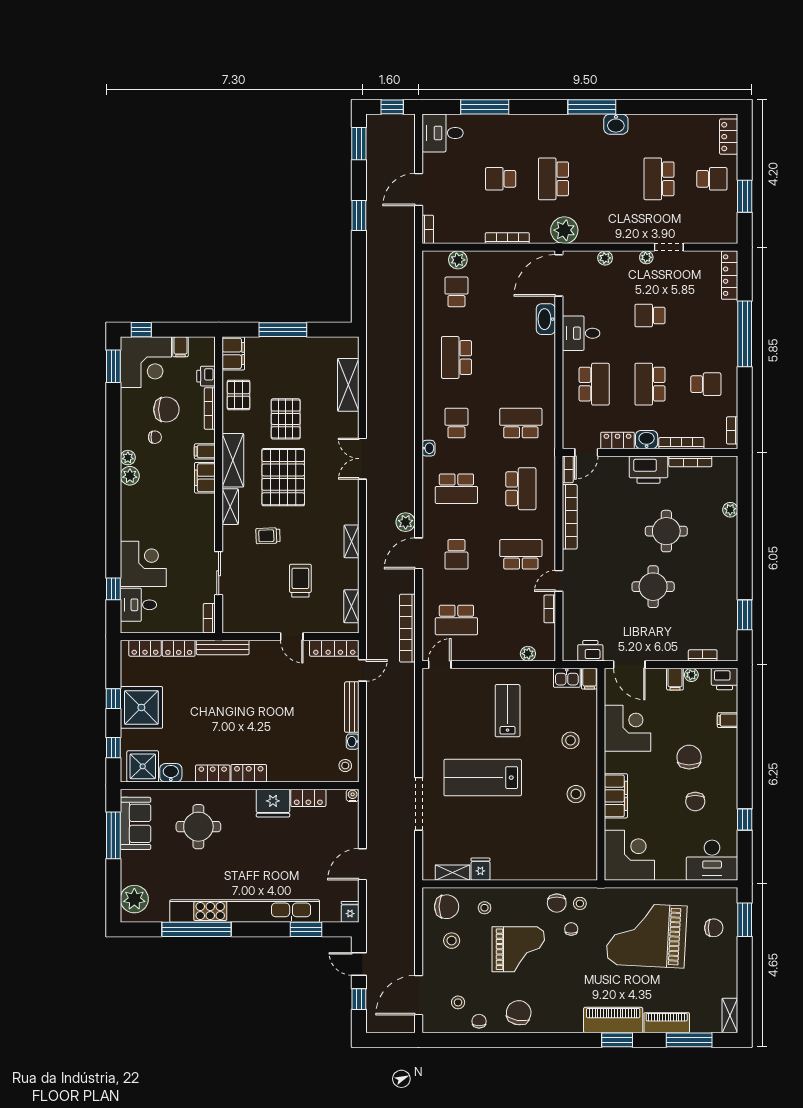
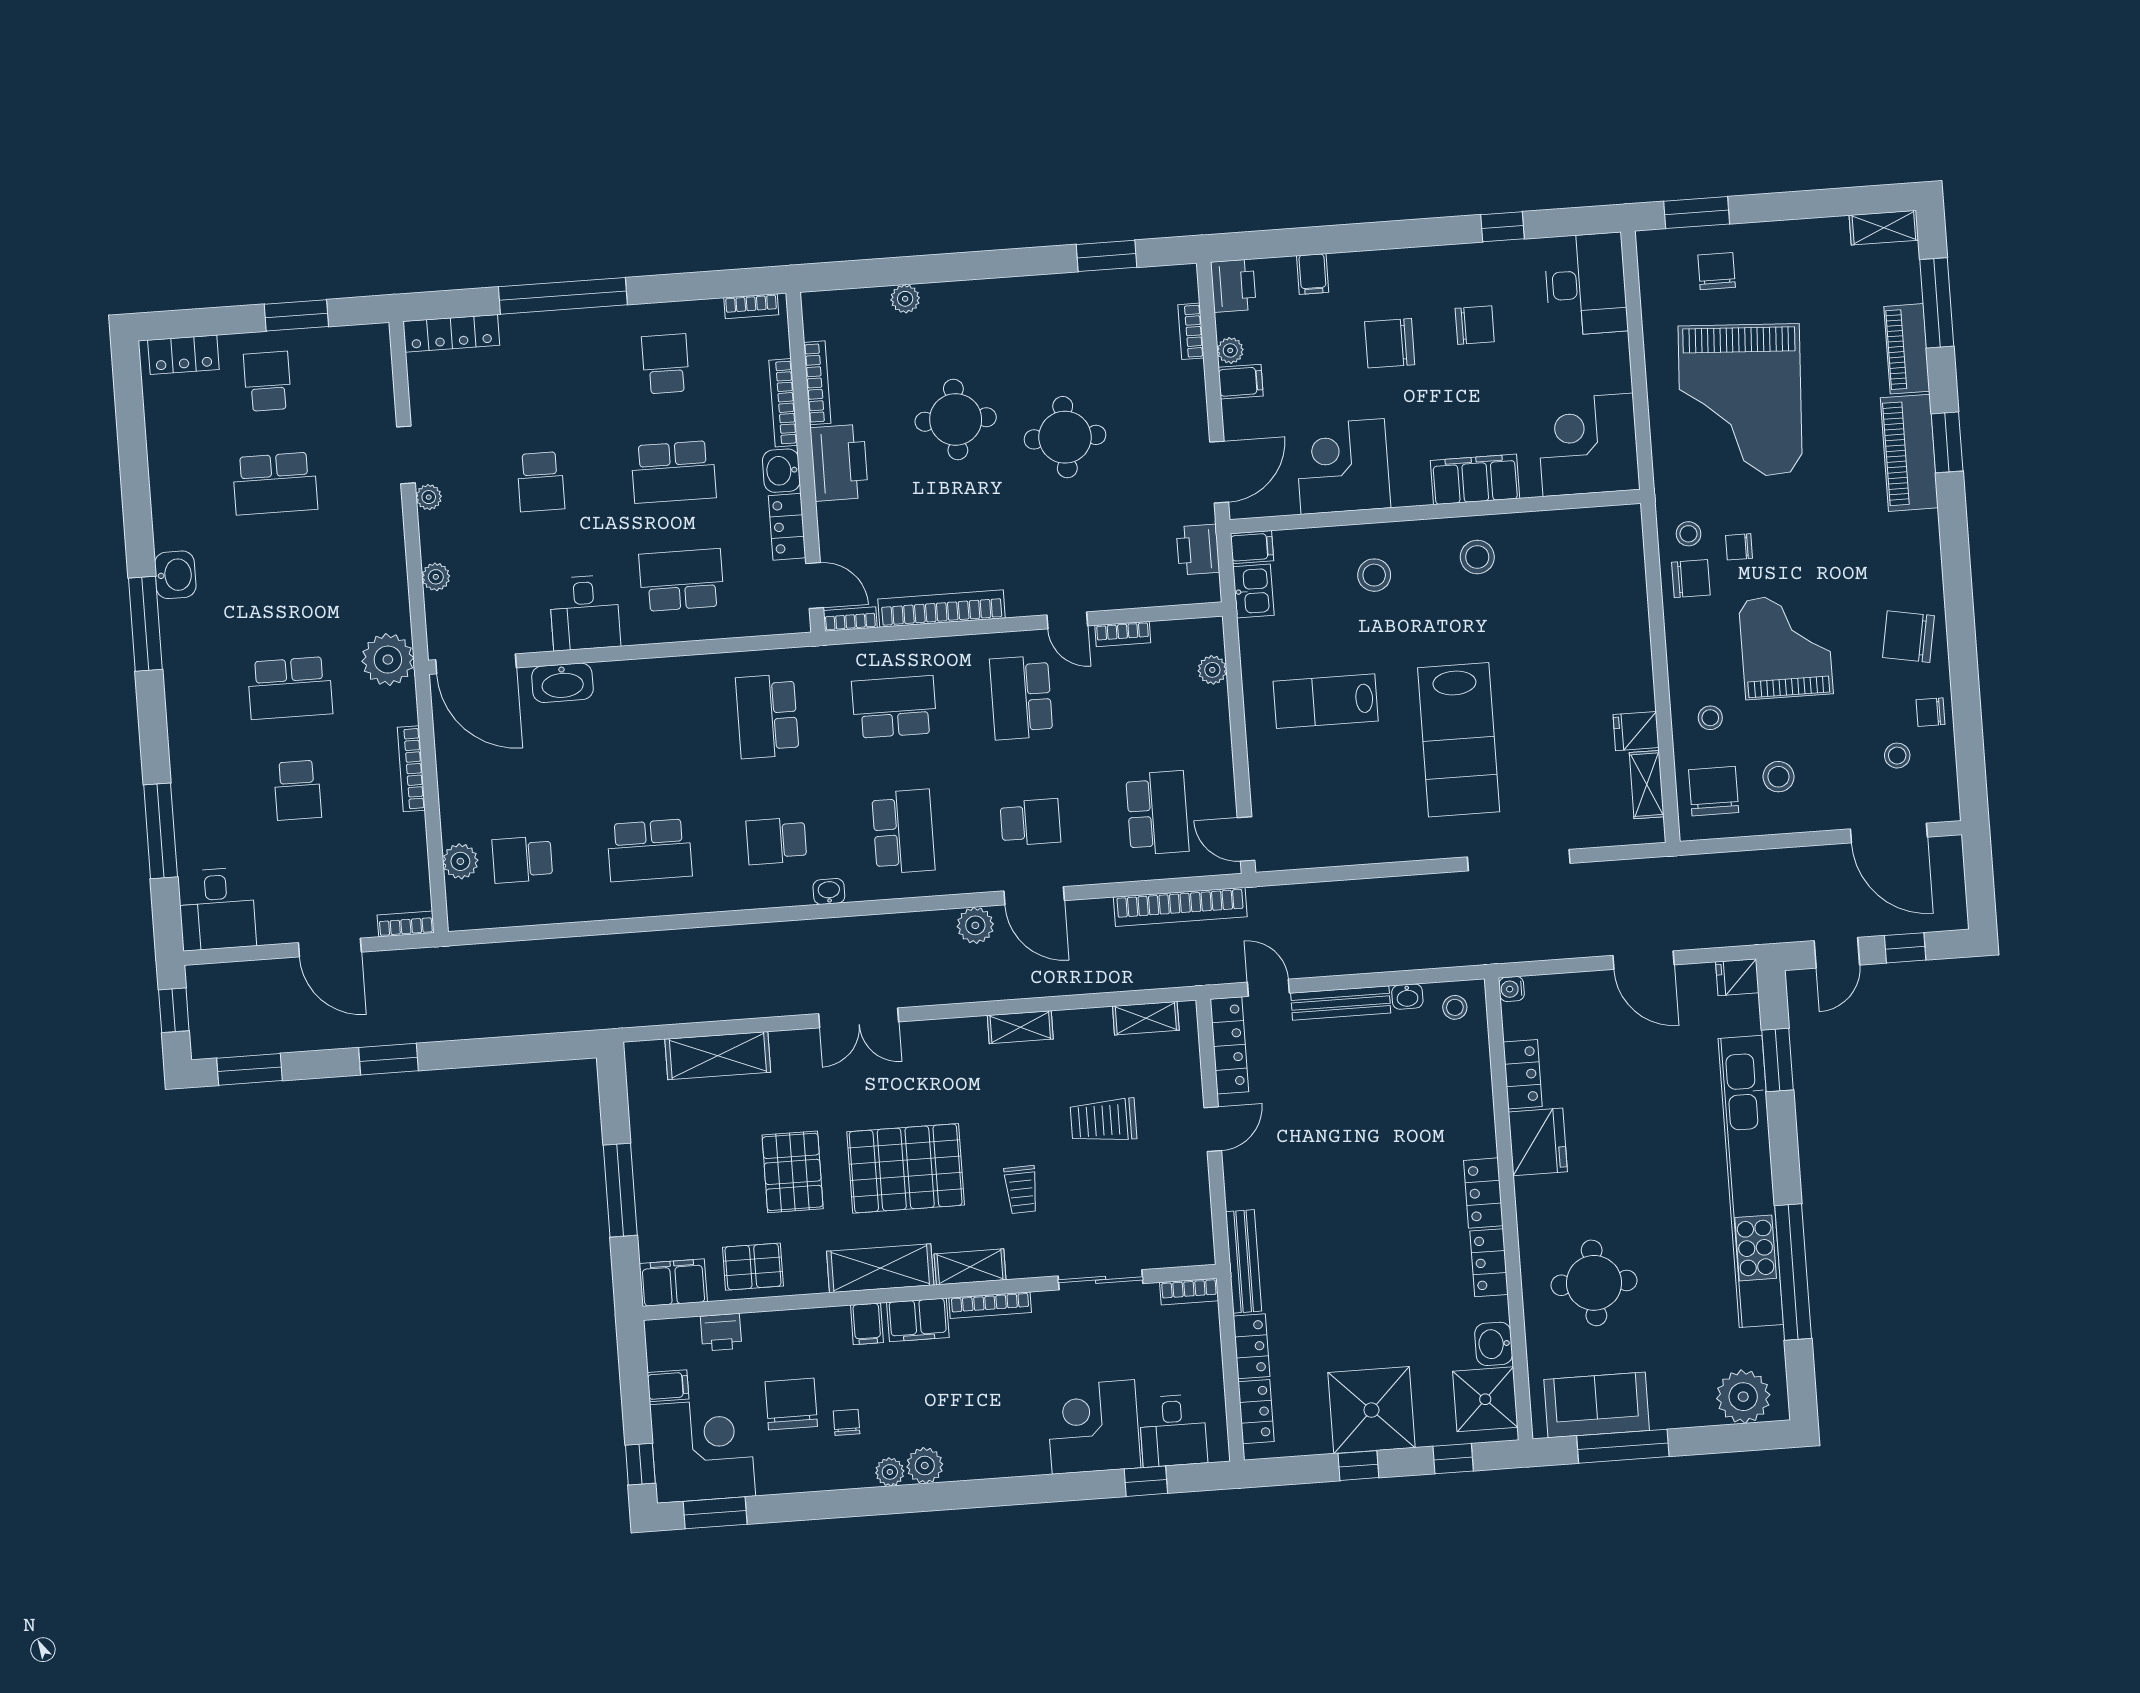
bookcase: (210, 408) -> (990, 1305), moved
pallet: (286, 419) -> (793, 1172), turned 90

